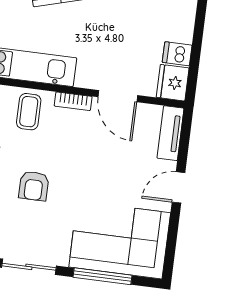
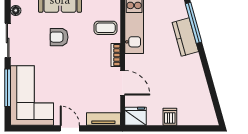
dishwasher: (177, 54) -> (170, 117), moved
door: (118, 96) -> (123, 83), swing flipped

